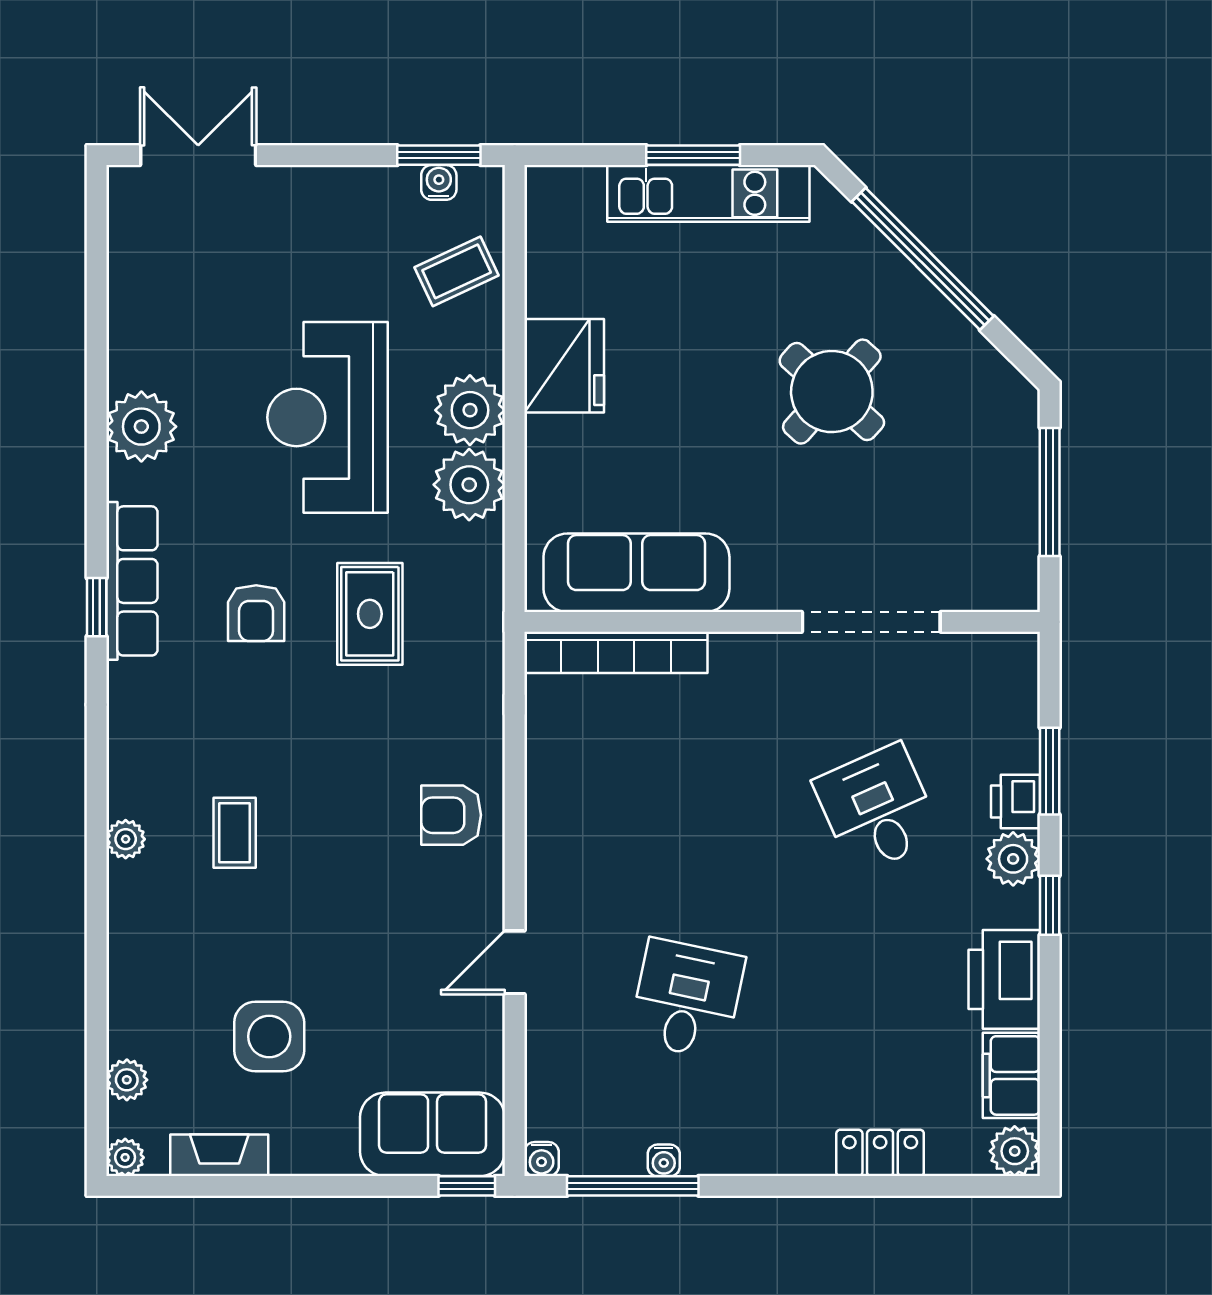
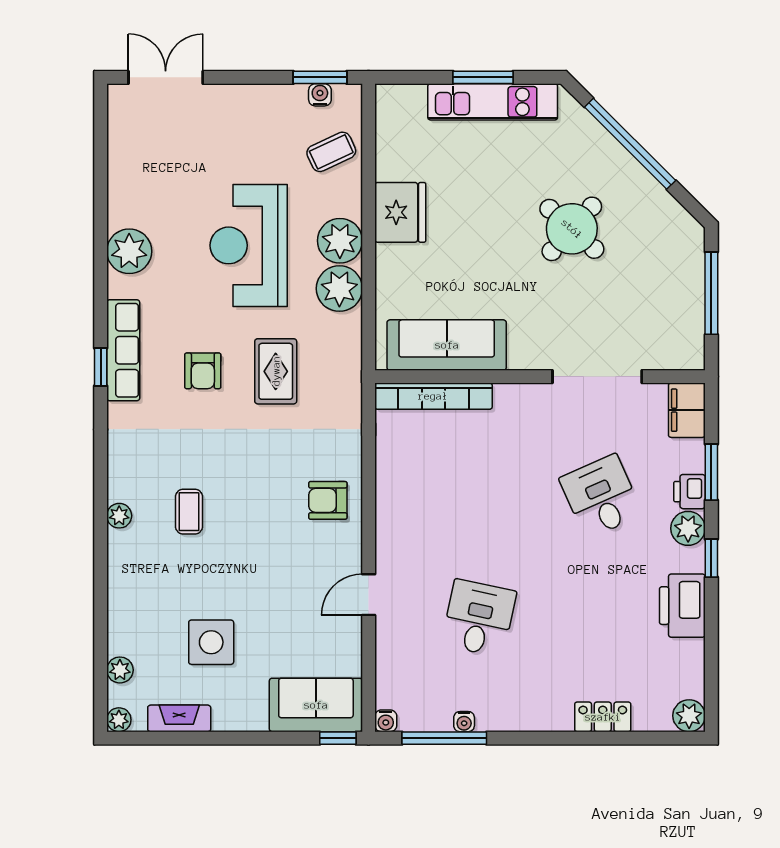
filing cabinet: (1011, 1075) -> (687, 410), moved

